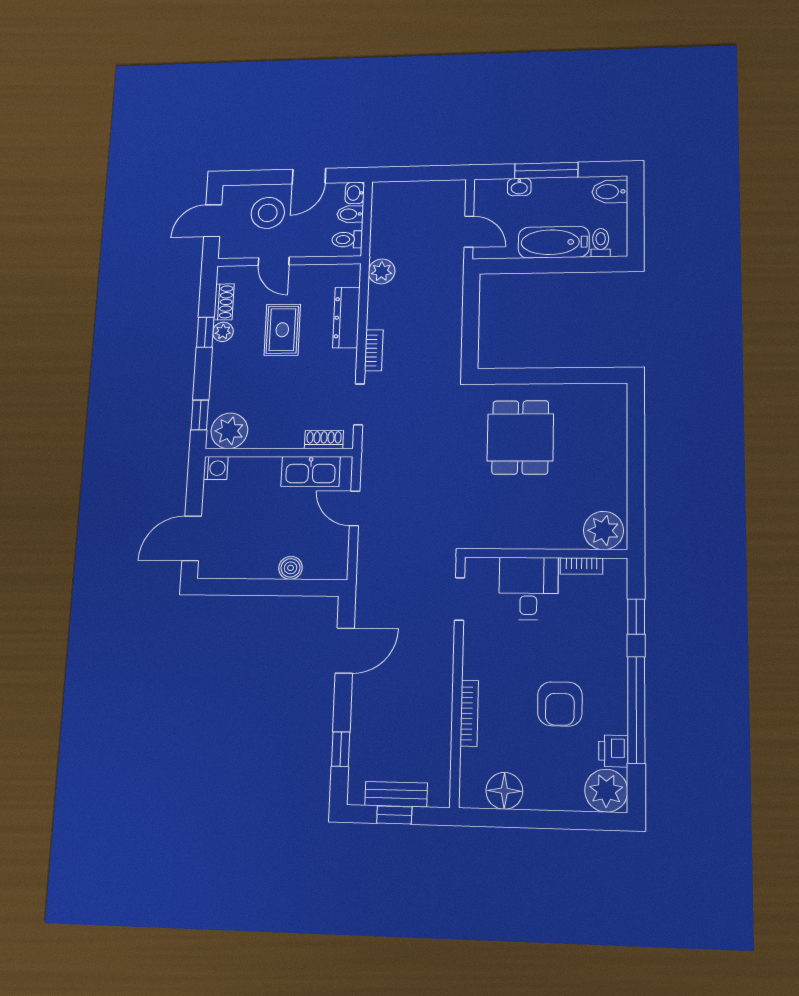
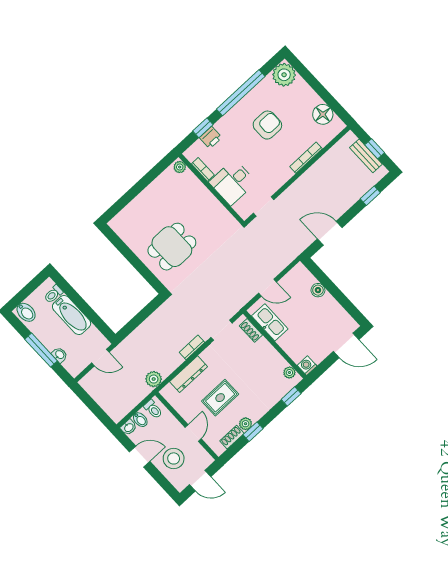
door: (469, 232) -> (100, 358), swing flipped
plant: (229, 431) -> (289, 373), width x0.53, depth x0.53
door: (355, 508) -> (268, 288), hinge flipped
plant: (603, 530) -> (180, 167), width x0.53, depth x0.53
printer: (613, 751) -> (211, 138), moved

